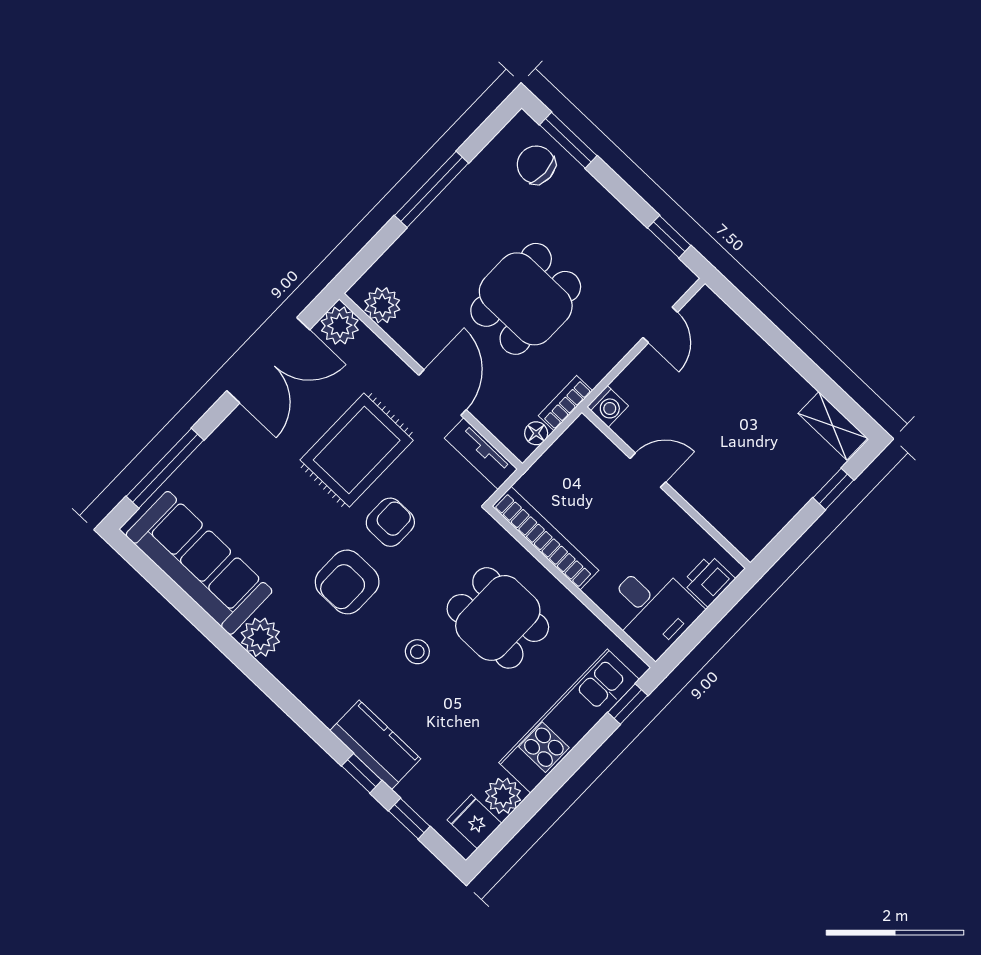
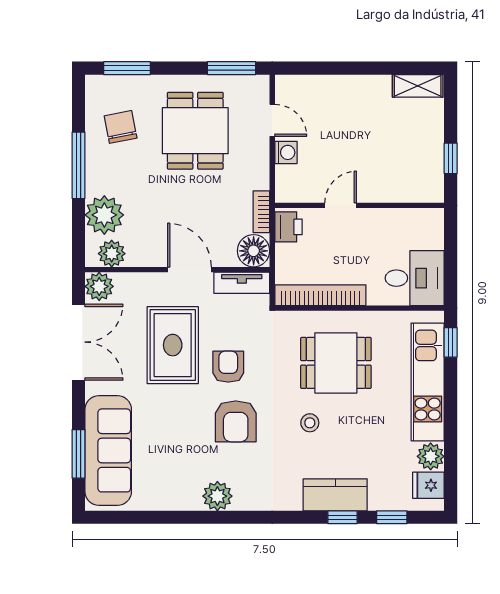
chair: (536, 165) -> (121, 127), moved, turned 81
window: (669, 237) -> (231, 68), width x1.50
plant: (411, 261) -> (104, 215), added
dining table: (526, 299) -> (195, 131), moved
washing machine: (608, 406) -> (286, 152), moved
floor lamp: (536, 433) -> (254, 251), width x1.89, depth x1.89
window: (165, 468) -> (78, 454), width x0.69
window: (833, 489) -> (451, 158), moved
sofa: (199, 563) -> (108, 450), moved, turned 90
printer: (709, 580) -> (289, 227), moved, turned 180

